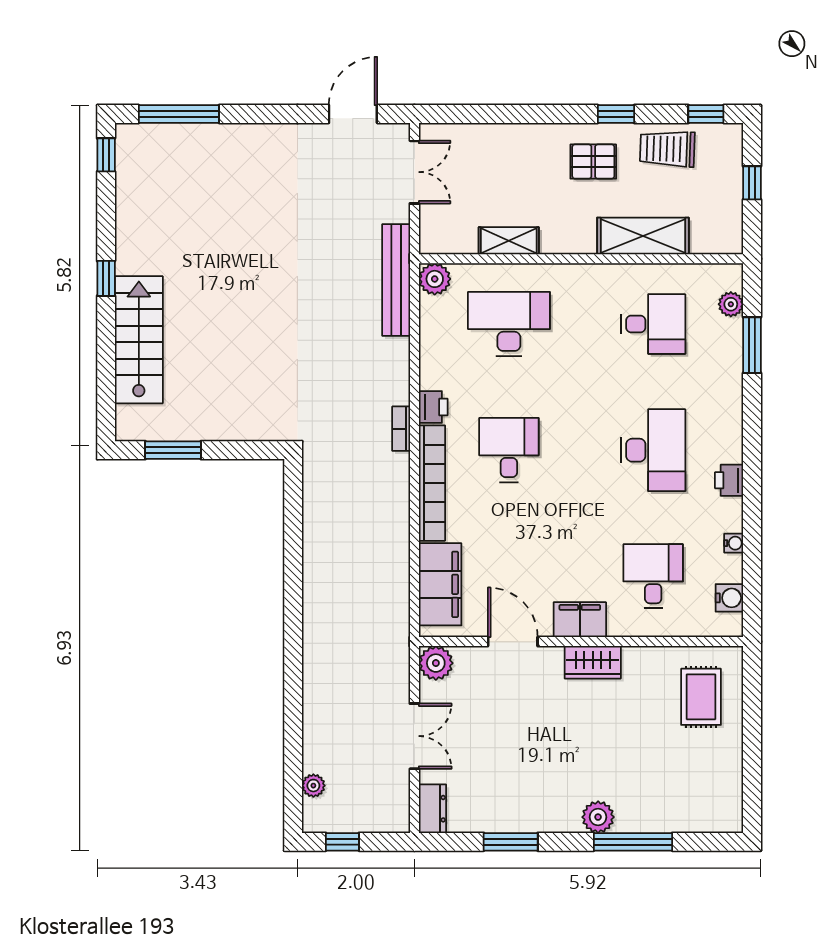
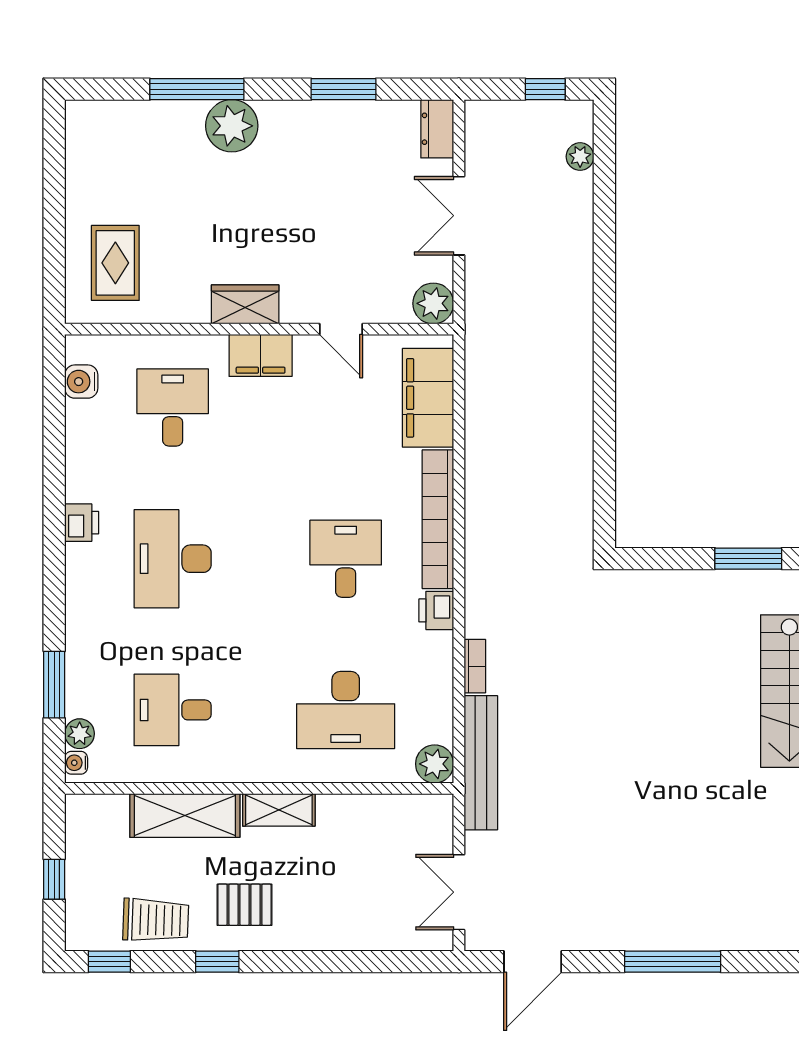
window: (179, 114) -> (673, 962), moved
shelving: (509, 241) -> (279, 810), moved
bookcase: (401, 429) -> (475, 666), moved
desk: (509, 450) -> (346, 559), turned 180
water cooler: (734, 543) -> (76, 763), moved
desk: (653, 576) -> (173, 407), turned 180
door: (513, 642) -> (341, 329), width x0.73
plant: (598, 817) -> (232, 126), width x1.36, depth x1.36

